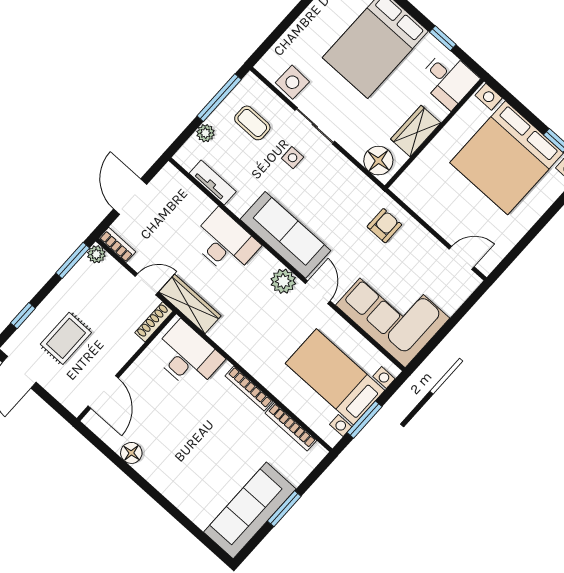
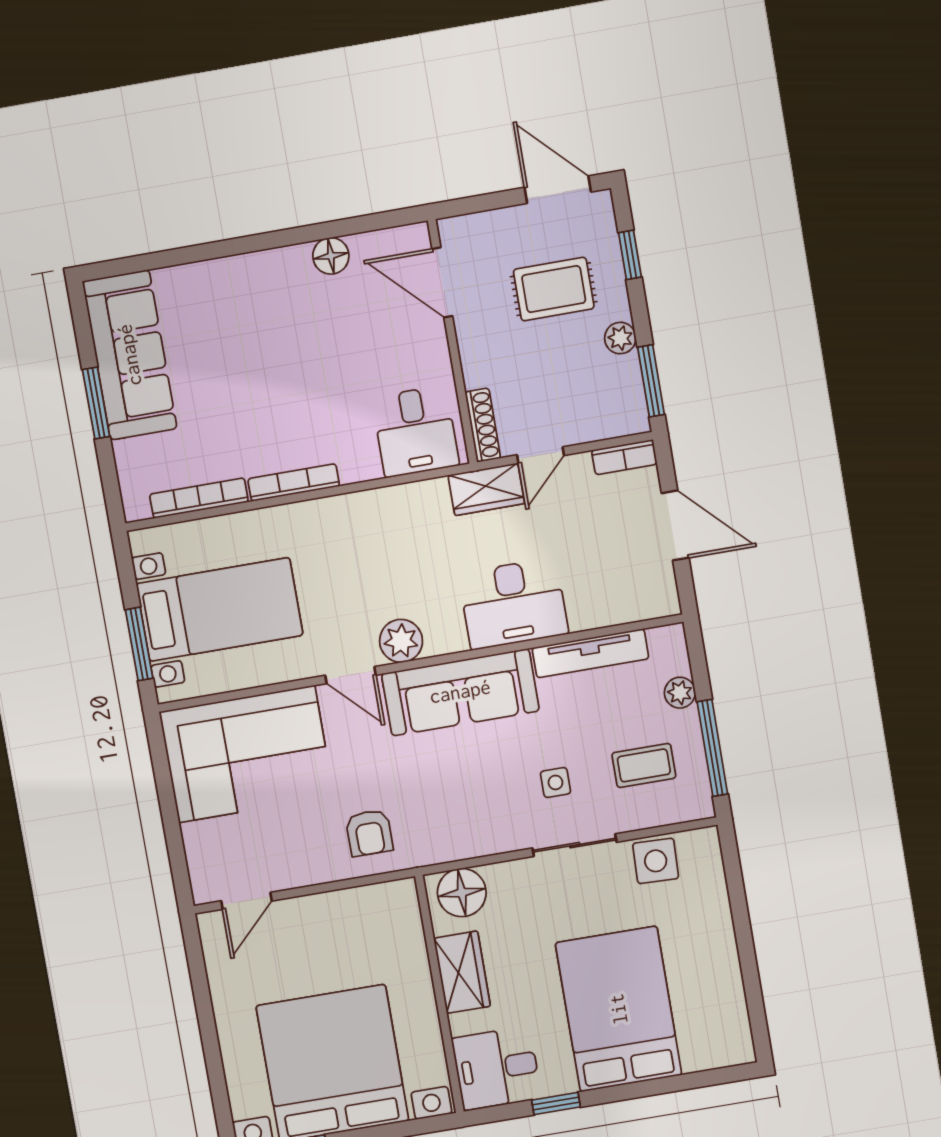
tv unit: (213, 182) -> (590, 653), width x1.41
plant: (96, 254) -> (620, 338), moved
wardrobe: (190, 304) -> (486, 489), width x0.67
rug: (66, 338) -> (554, 289), turned 90
desk: (187, 356) -> (416, 431), width x0.73
window: (364, 420) -> (139, 644), moved

